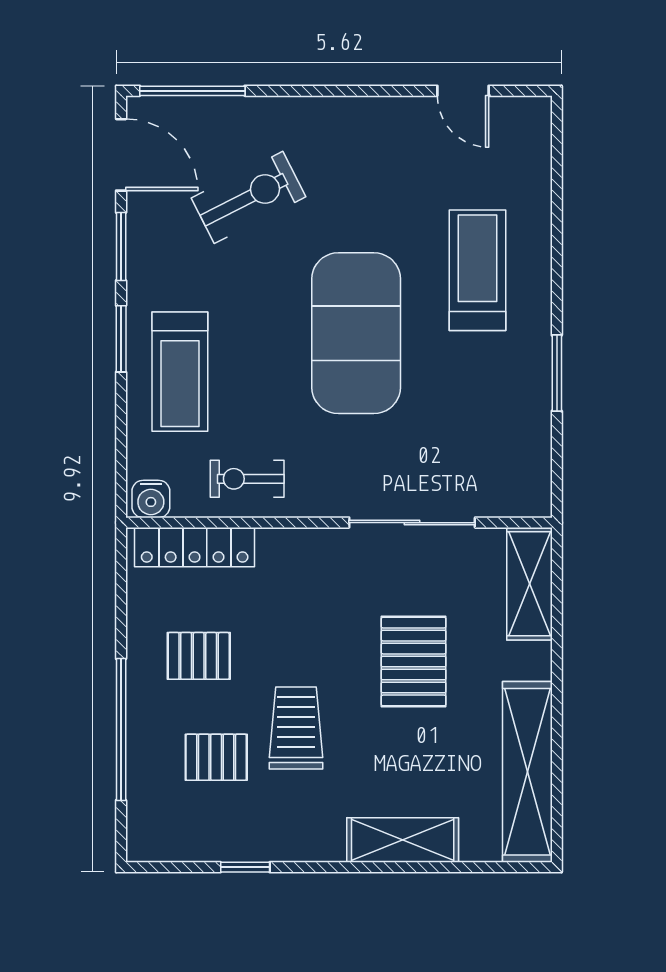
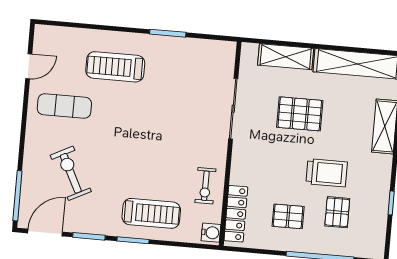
exercise mat: (356, 333) -> (64, 106), moved, width x0.50, depth x0.69
shelving: (529, 584) -> (286, 57), moved
pallet: (199, 656) -> (288, 216), turned 90
trolley: (296, 728) -> (327, 173), turned 180

